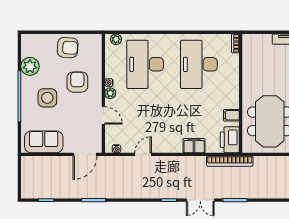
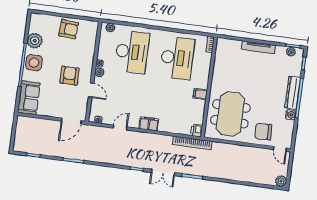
desk: (145, 64) -> (132, 52), turned 180
desk: (199, 64) -> (177, 58), turned 180
armchair: (77, 82) -> (70, 76), moved
side table: (47, 98) -> (34, 63), moved
filing cabinet: (231, 115) -> (200, 94), moved
printer: (230, 140) -> (197, 130), width x0.53, depth x0.68
sofa: (44, 142) -> (29, 98), moved, turned 90
filing cabinet: (194, 146) -> (149, 124), moved

